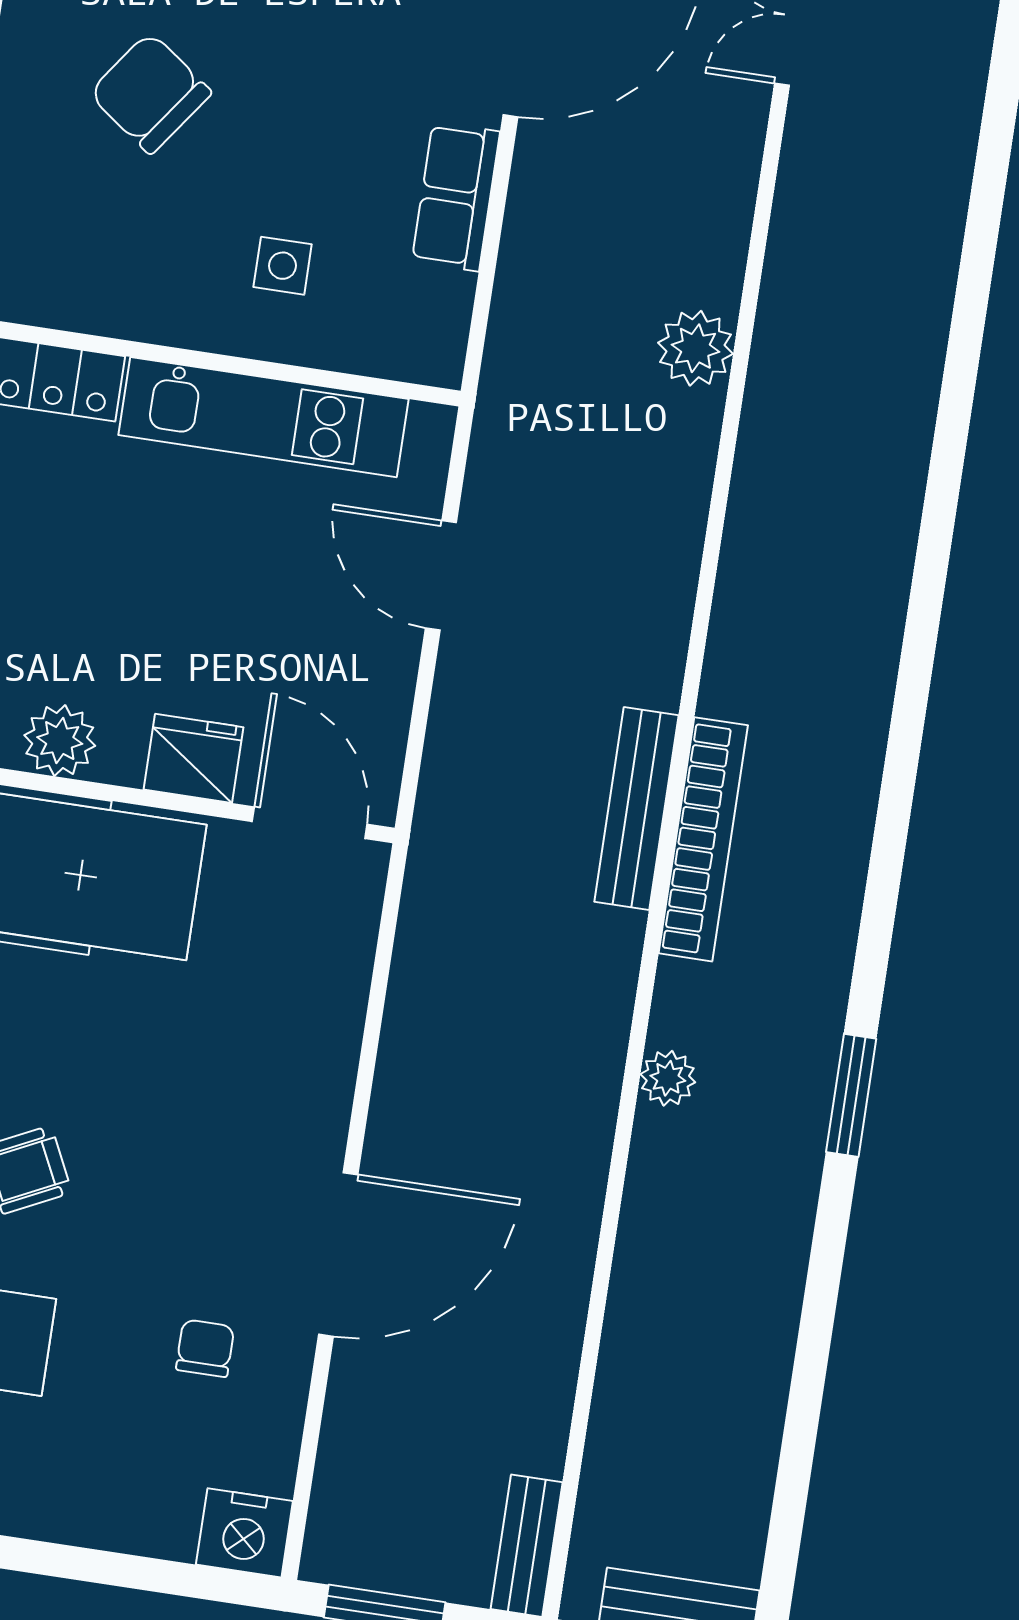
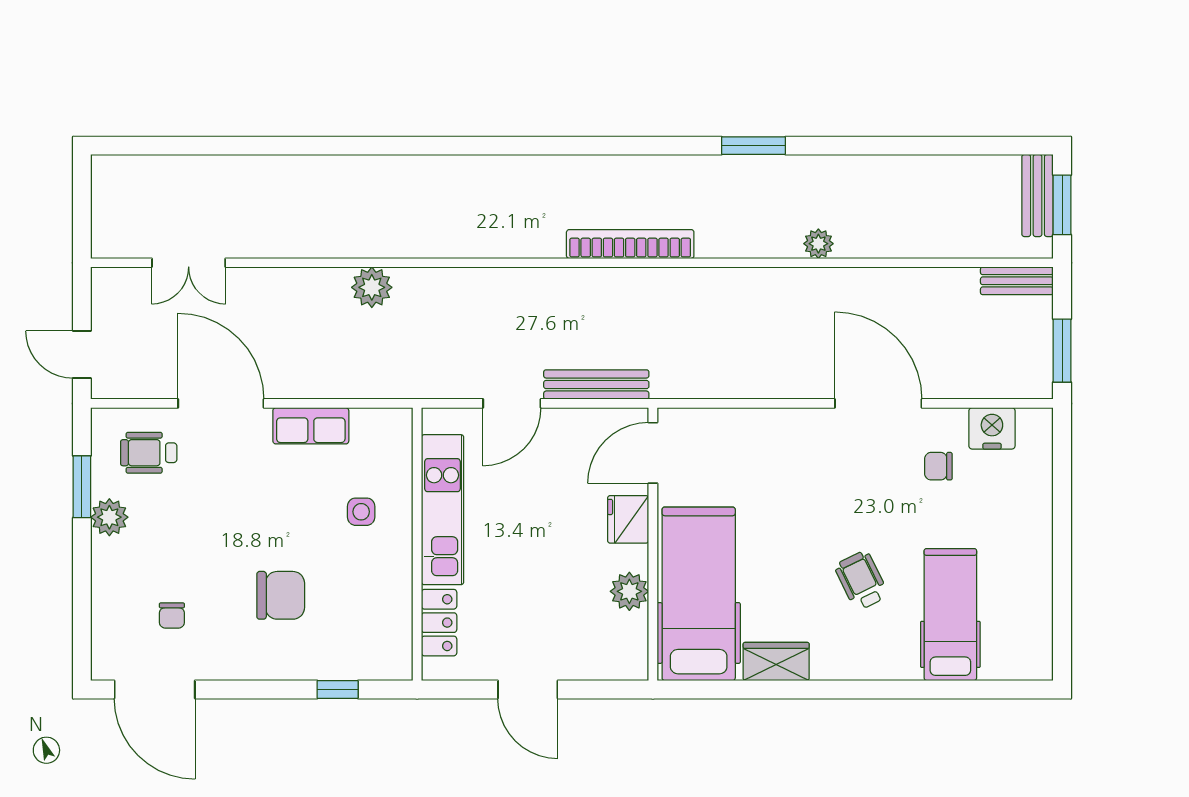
chair: (150, 93) -> (281, 595), turned -126
bench: (637, 809) -> (596, 385), moved
plant: (668, 1078) -> (818, 244), moved
nightstand: (244, 1533) -> (992, 428), moved, turned -90

